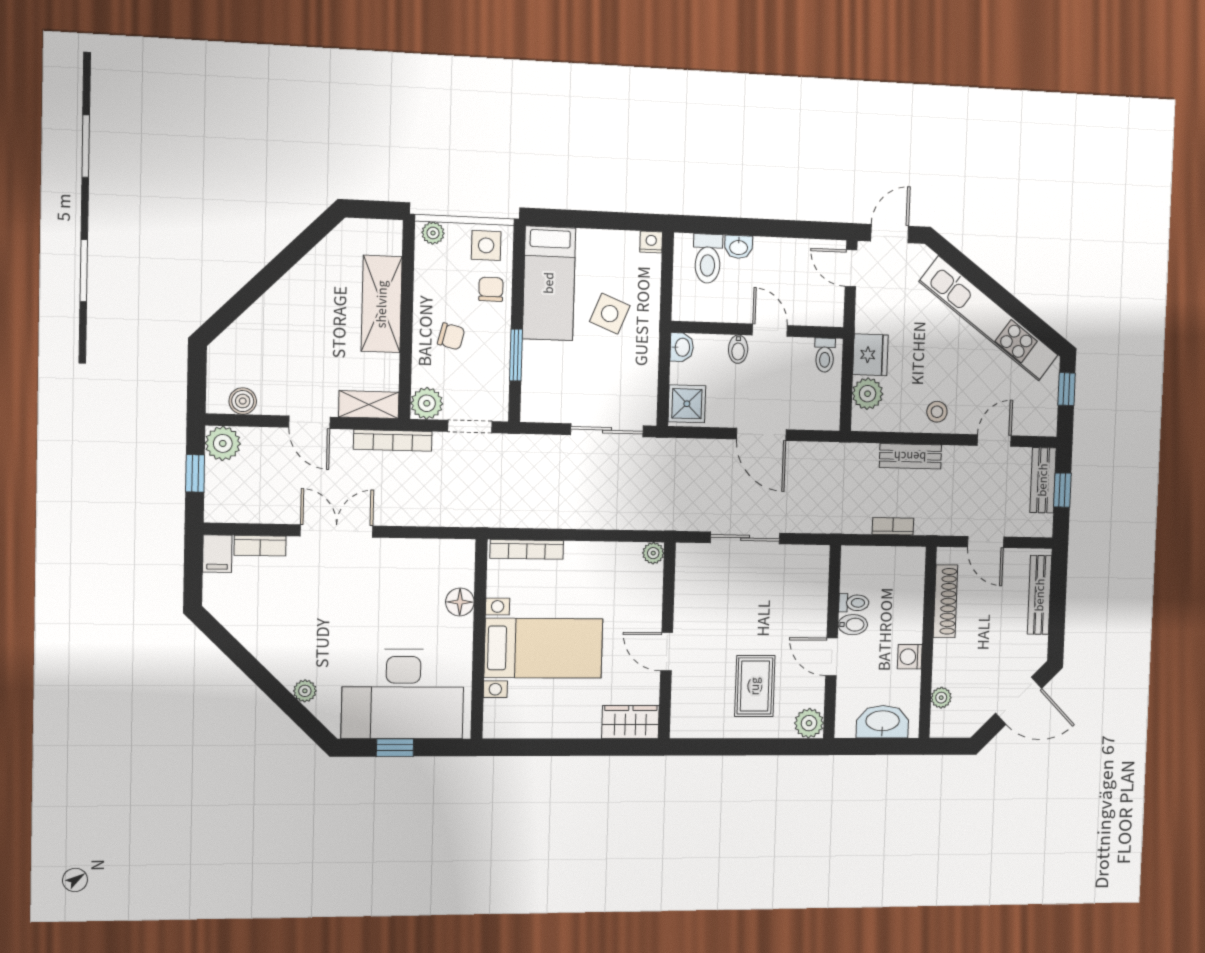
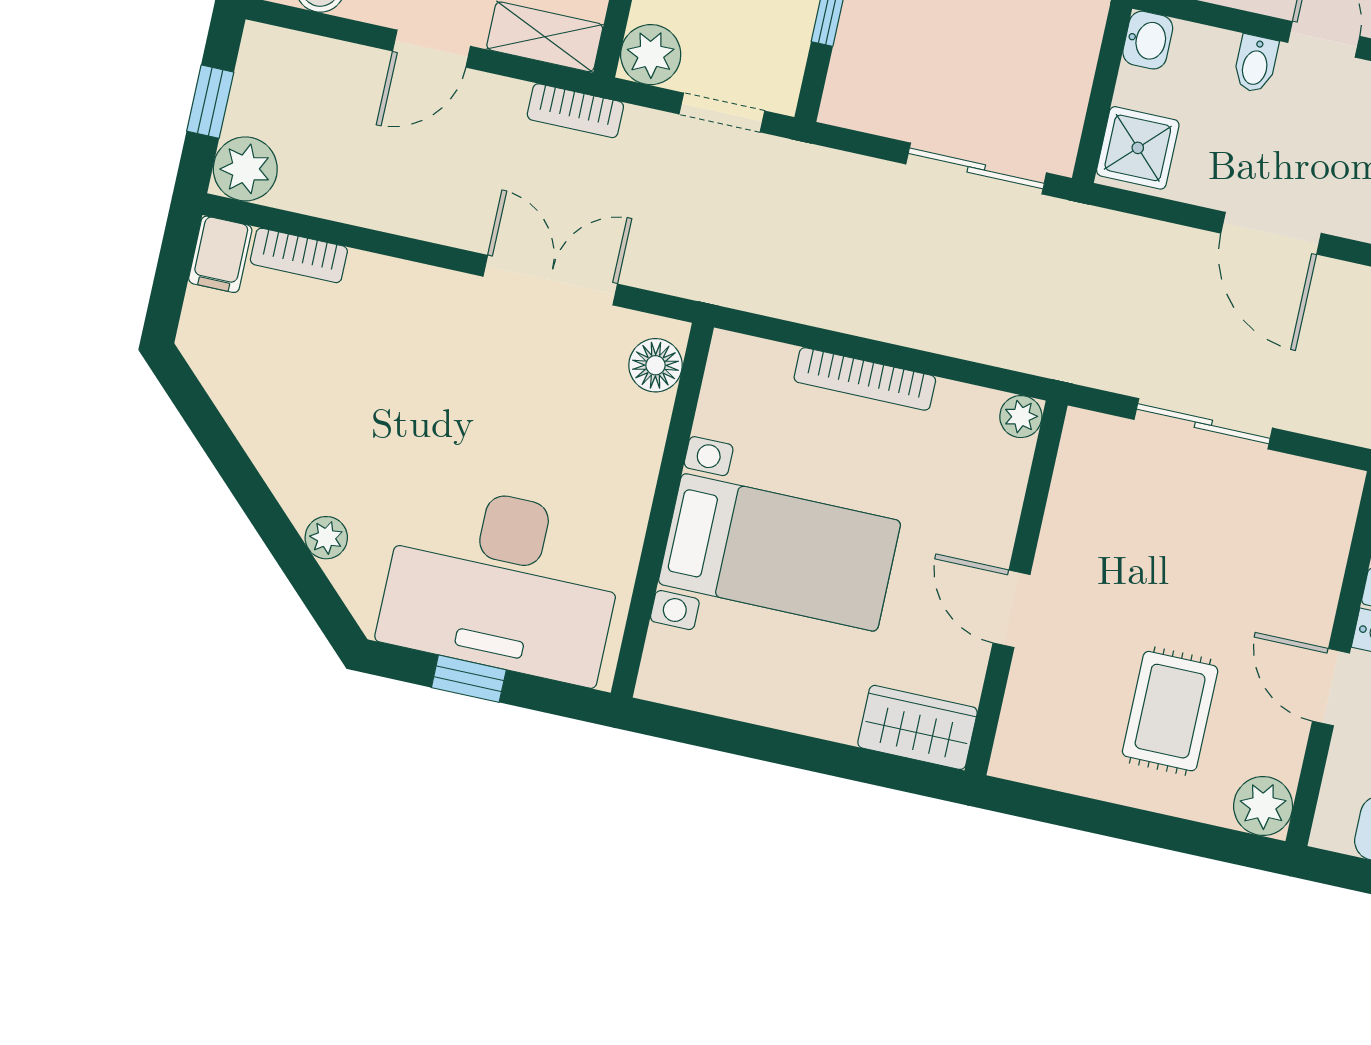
door: (309, 422) -> (431, 49), hinge flipped
bookcase: (393, 440) -> (575, 111), width x0.64
plant: (223, 443) -> (245, 169), moved
double door: (337, 531) -> (550, 280), moved
bookcase: (527, 549) -> (865, 379), moved
floor lamp: (460, 602) -> (655, 365), moved

